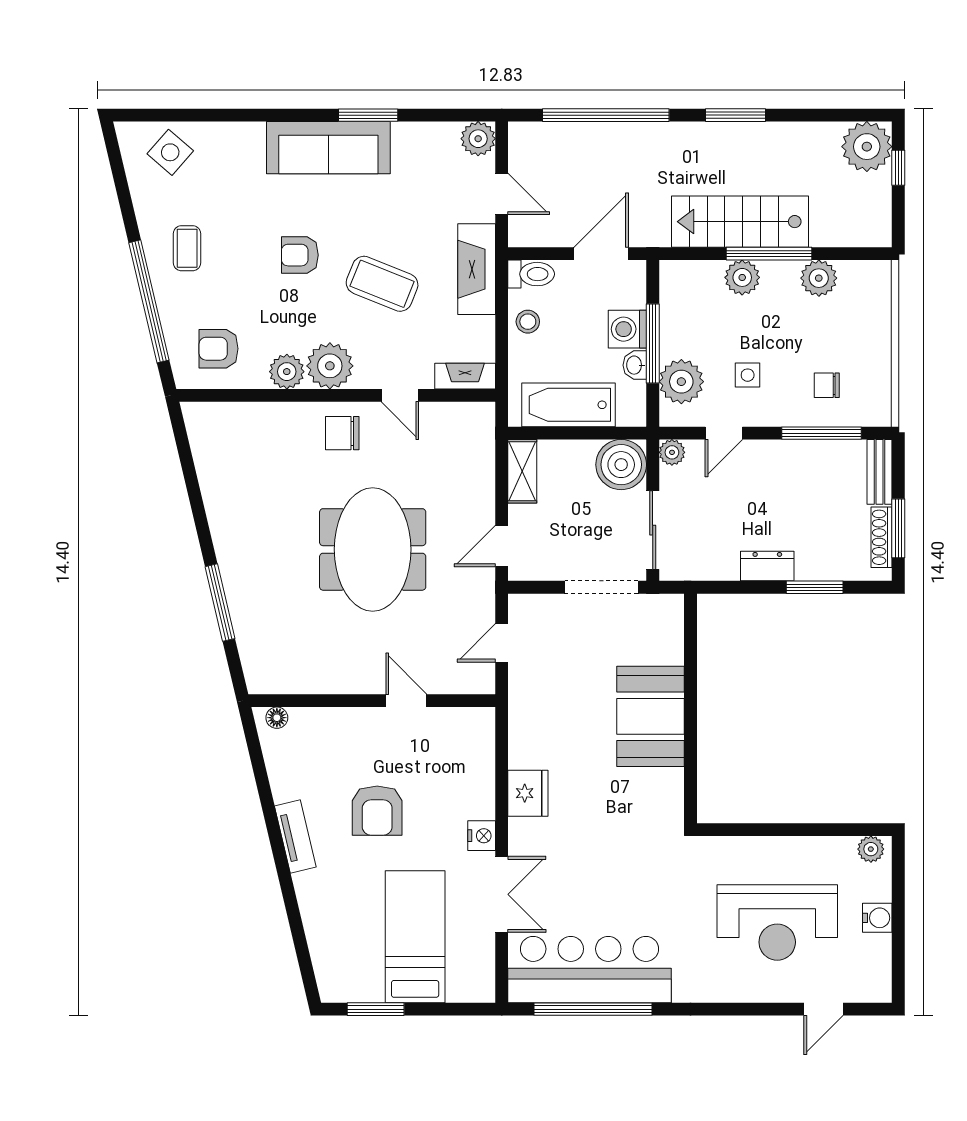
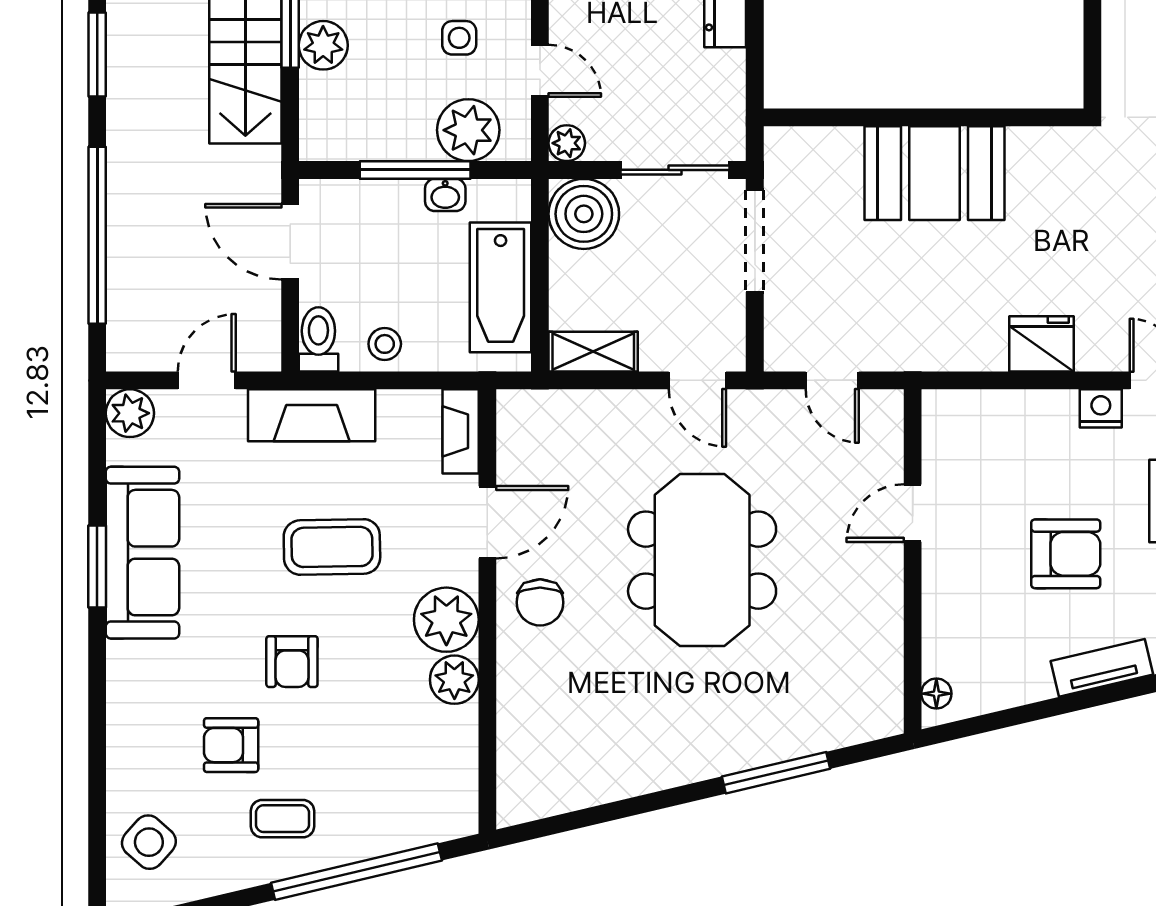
sofa: (328, 148) -> (142, 553), moved
coffee table: (382, 284) -> (332, 547), turned 67
washing machine: (627, 329) -> (395, 205), removed
armchair: (219, 349) -> (231, 745), moved, turned 90
door: (400, 395) -> (487, 522), width x1.38
meeting table: (373, 549) -> (702, 560), turned 90

